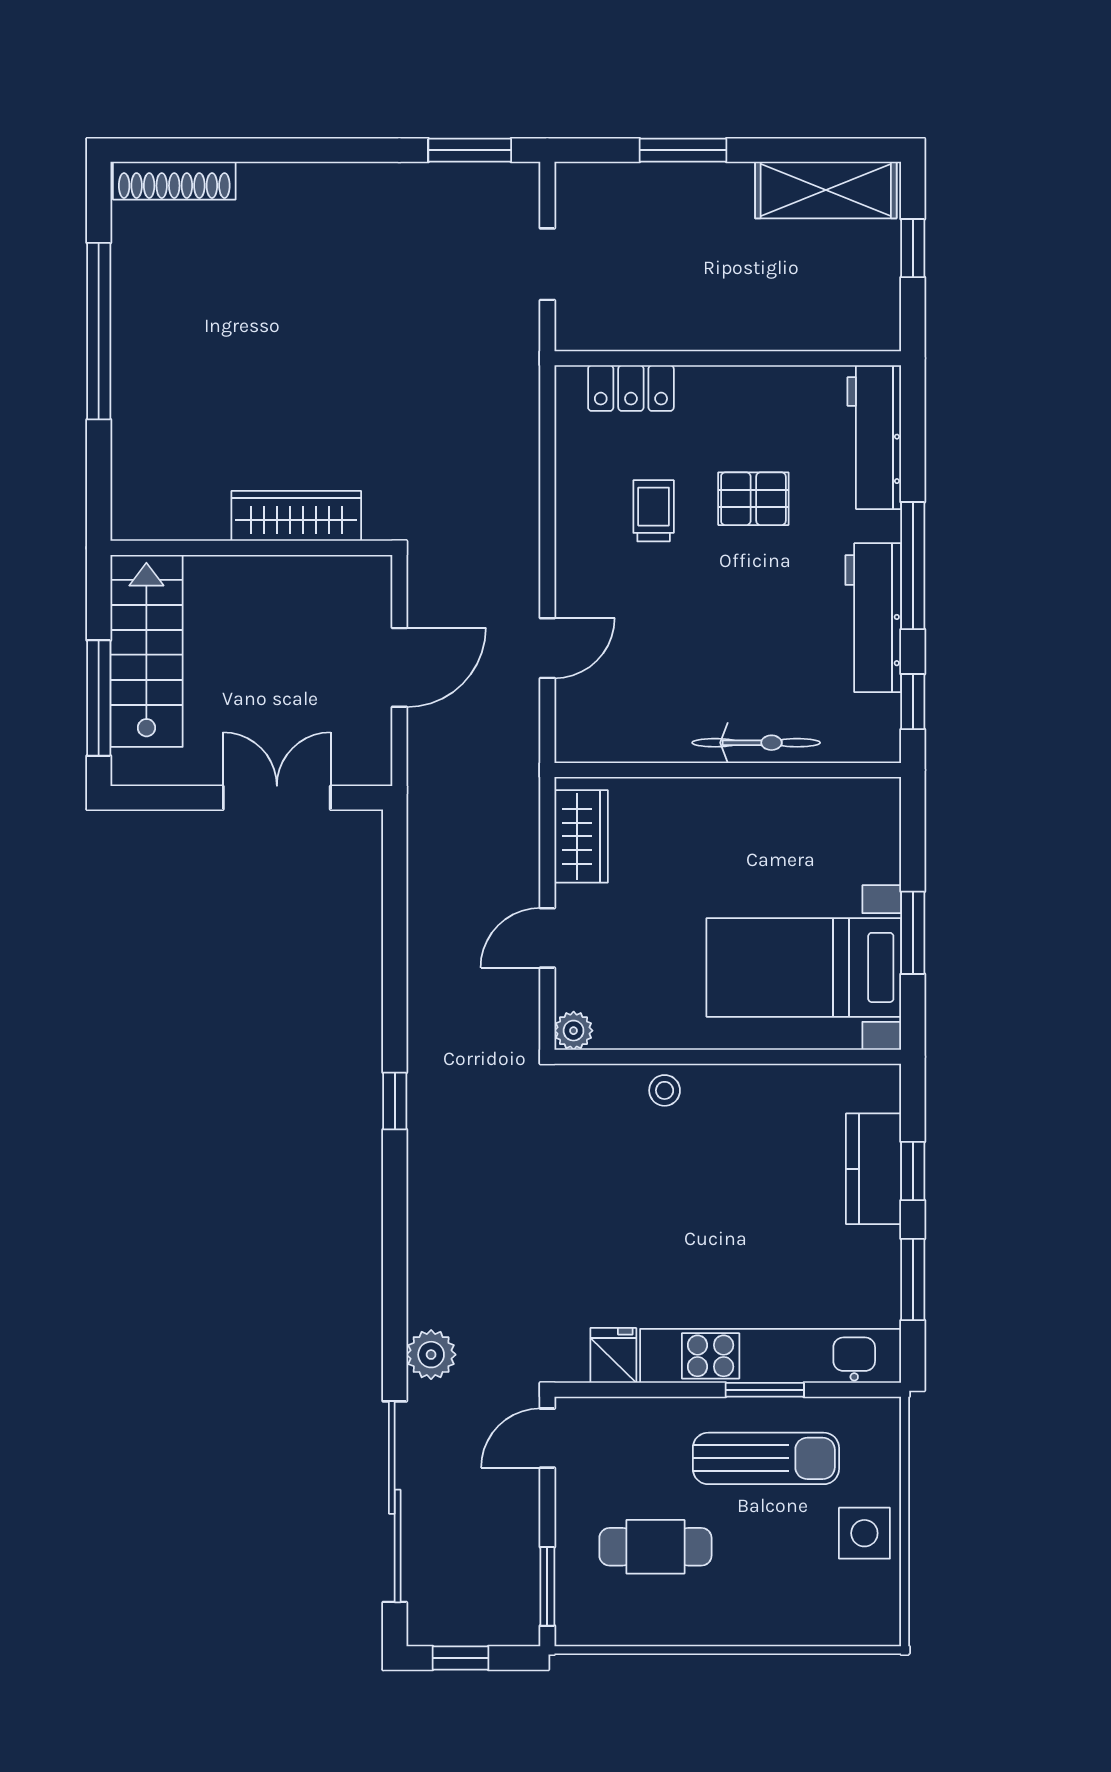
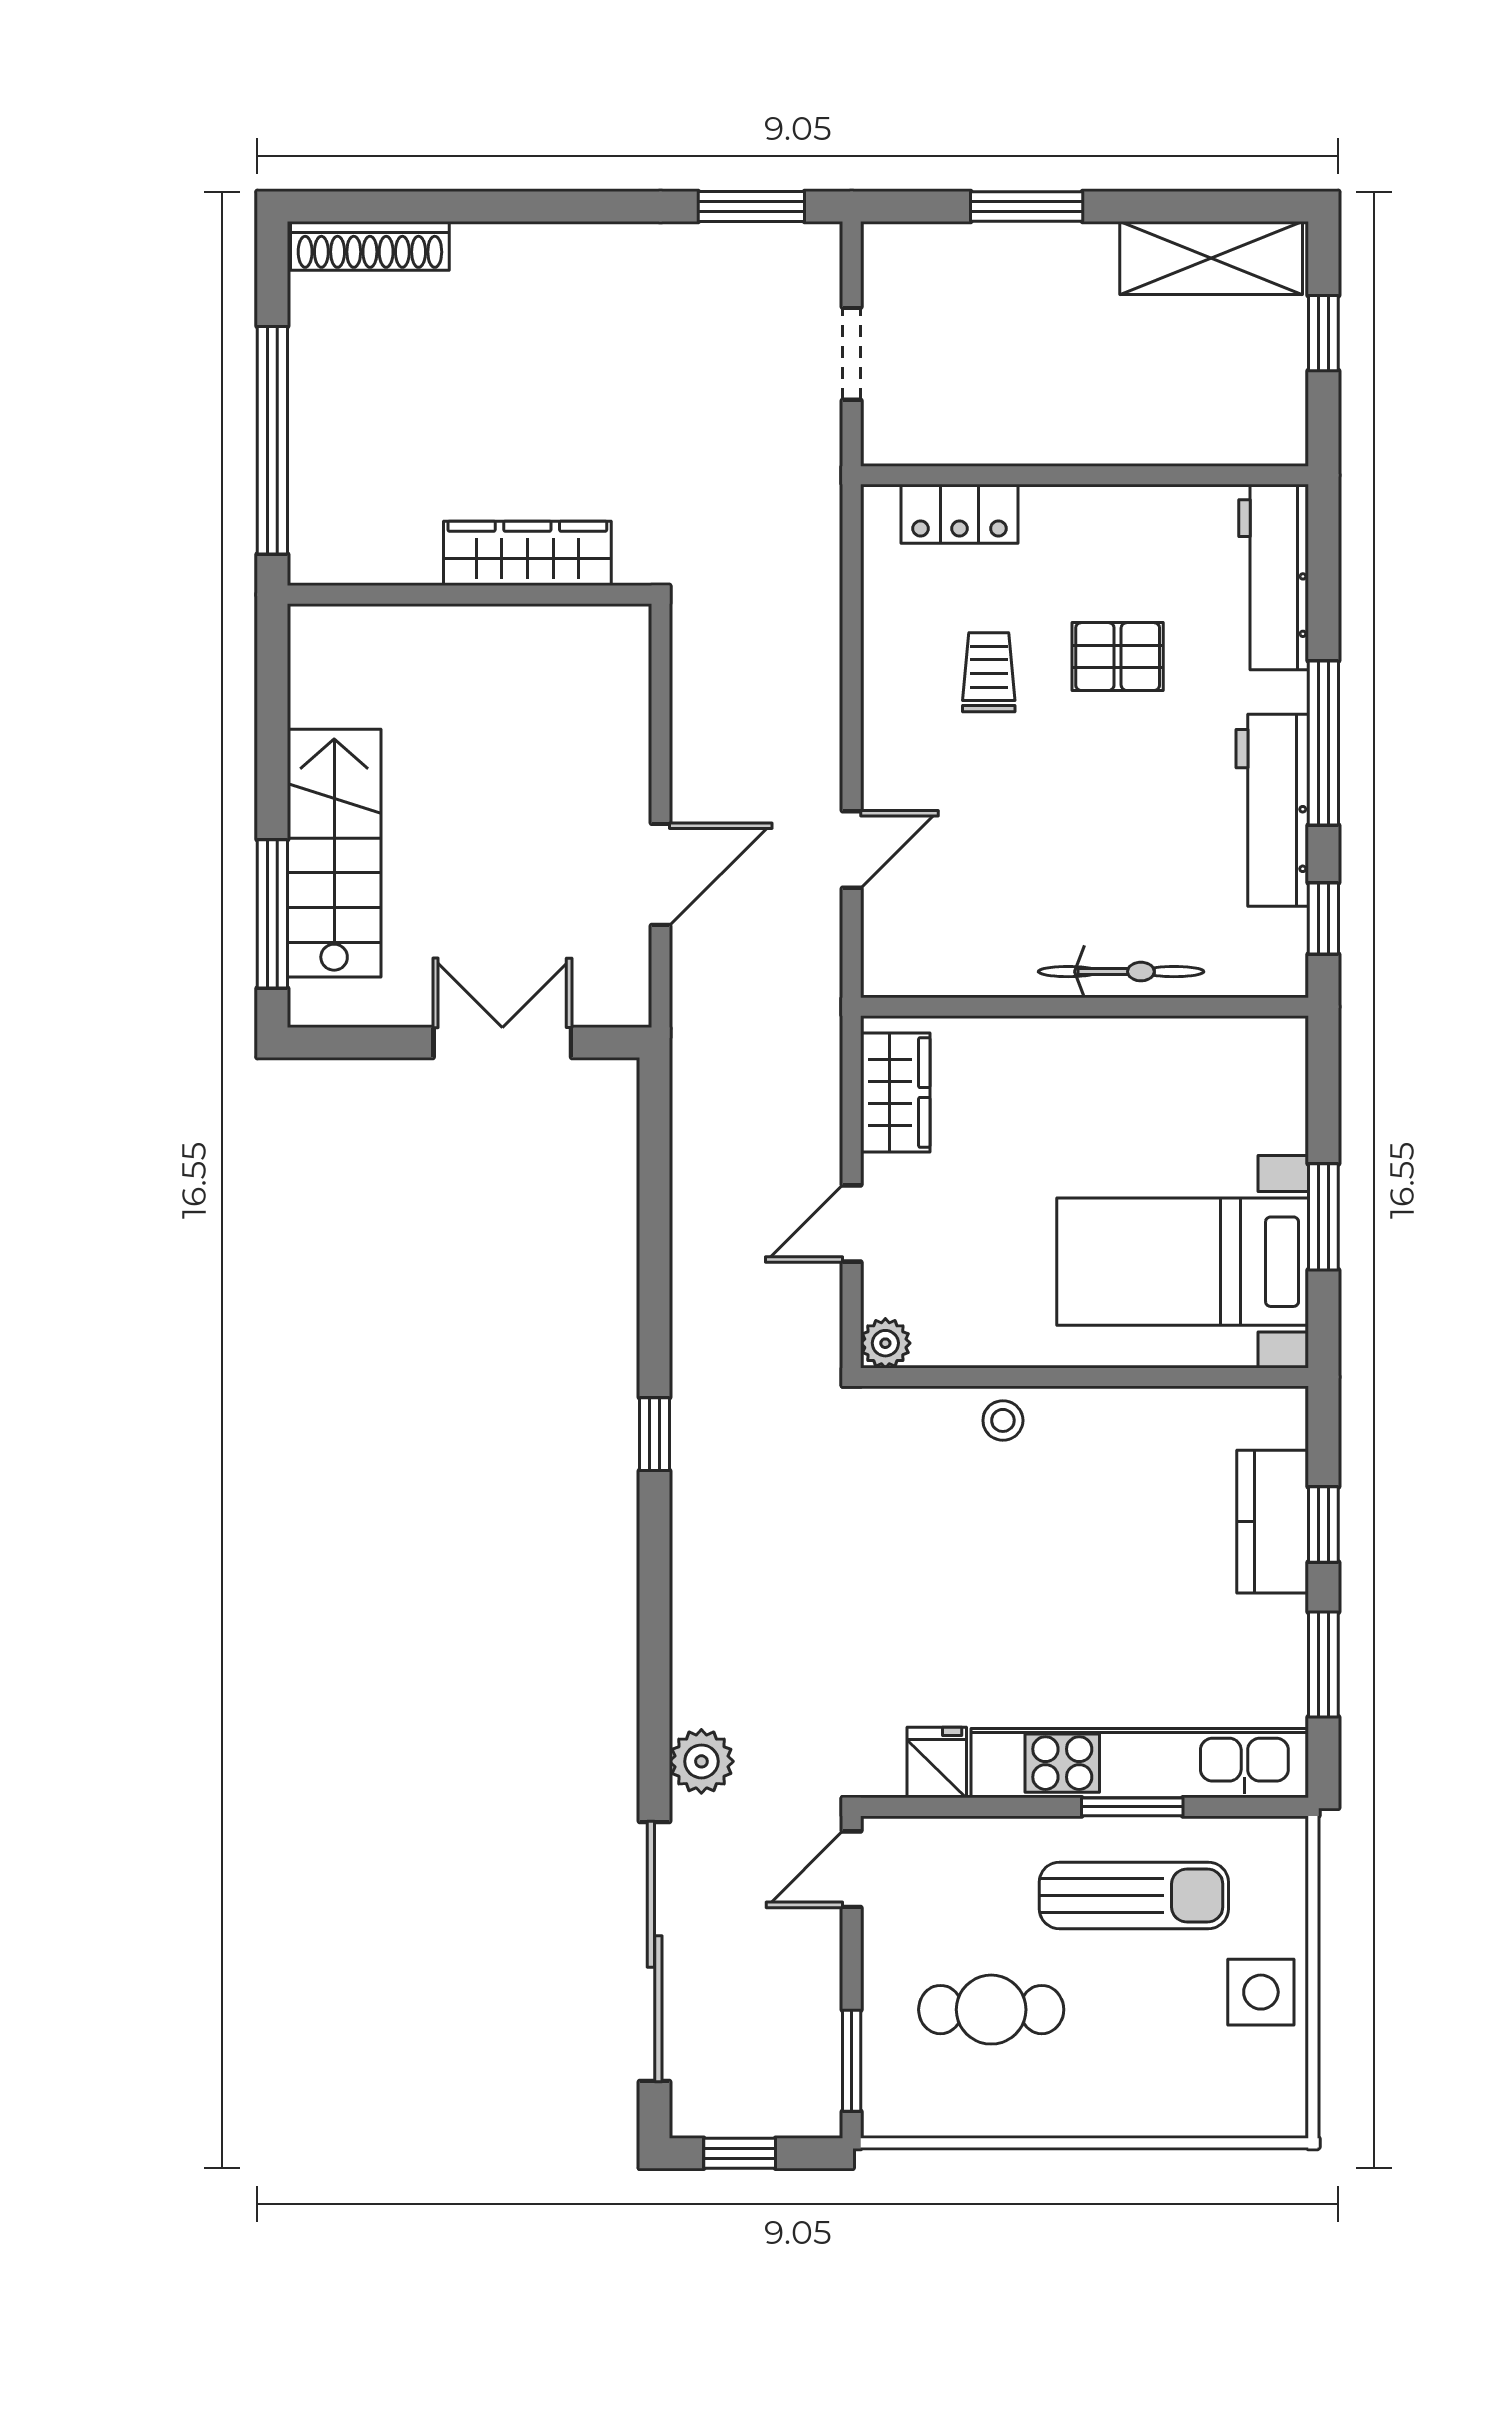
wardrobe: (296, 516) -> (527, 553), moved
wall: (251, 548) -> (469, 595), moved

